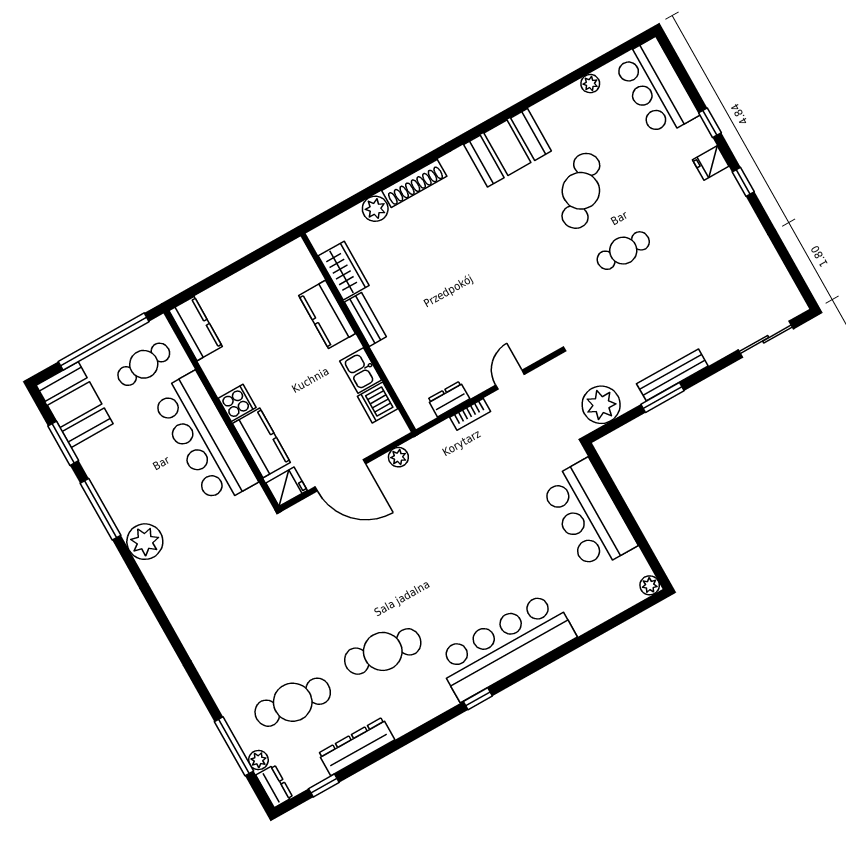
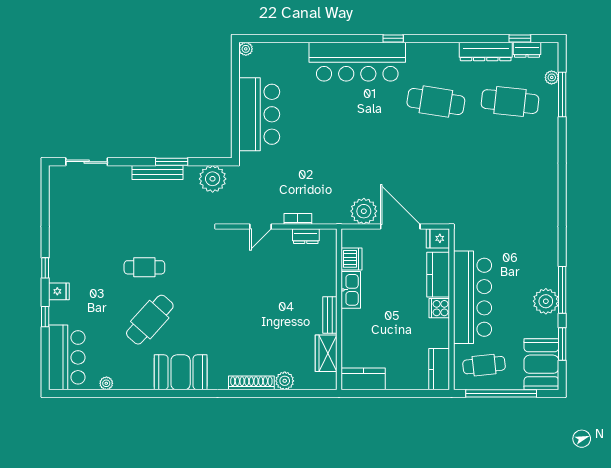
kitchen counter: (327, 314) -> (363, 379), moved, turned -90
kitchen sink: (361, 370) -> (351, 290), width x1.38
plant: (398, 457) -> (364, 211), width x1.88, depth x1.88
plant: (145, 542) -> (546, 301), moved
dresser: (274, 786) -> (527, 50), moved, turned -90

